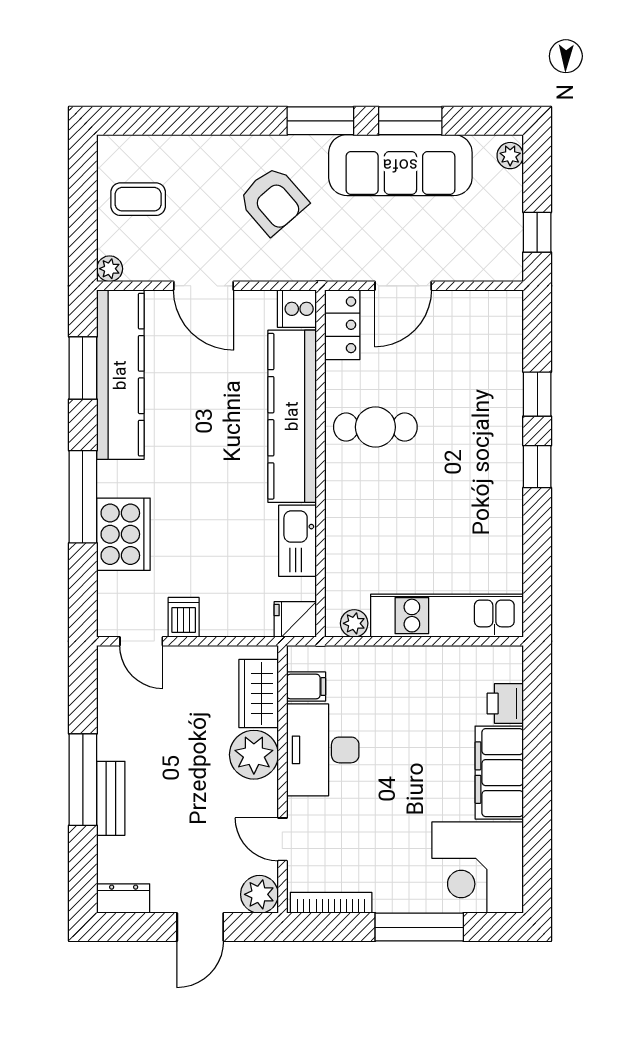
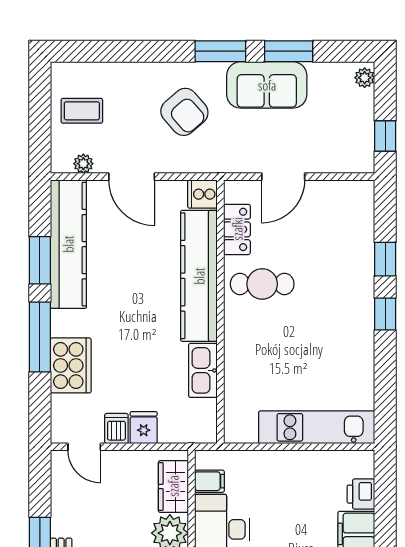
sofa: (400, 165) -> (267, 85), width x0.73
plant: (110, 269) -> (83, 164), moved
locker: (342, 325) -> (237, 229), moved
window: (83, 368) -> (40, 260), moved
fridge: (295, 619) -> (144, 428), moved, turned 90
plant: (354, 623) -> (246, 433), removed

